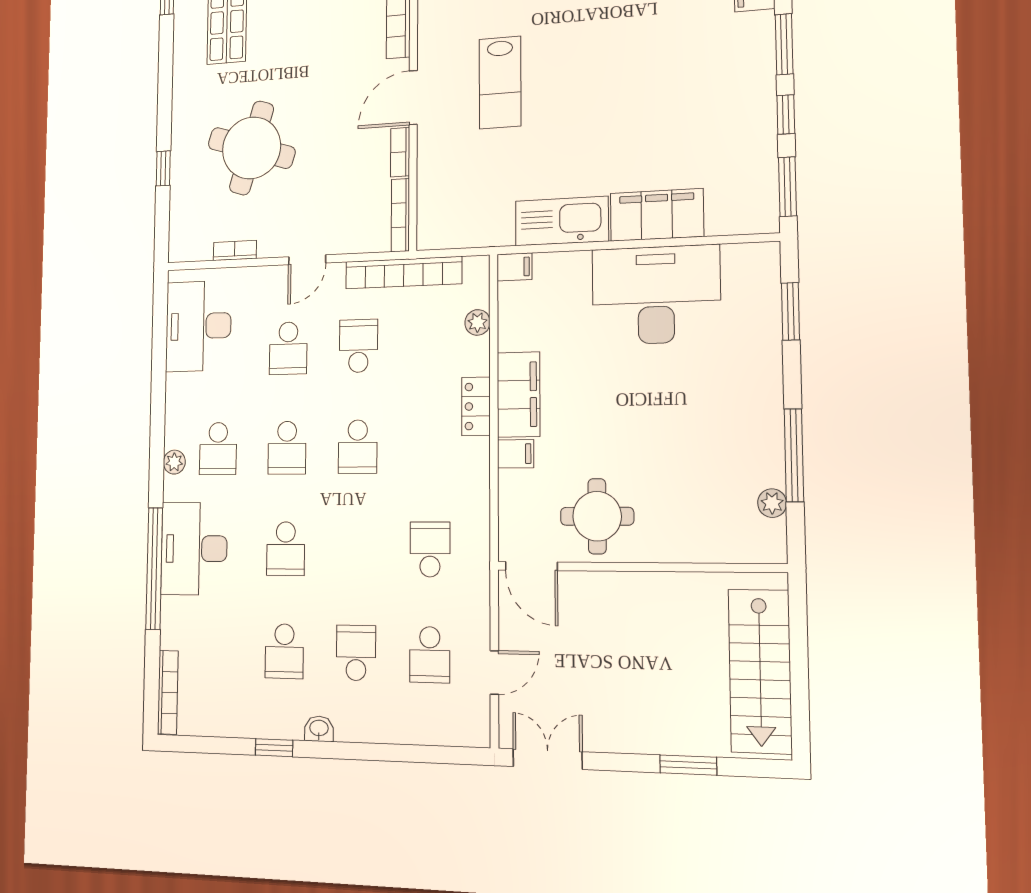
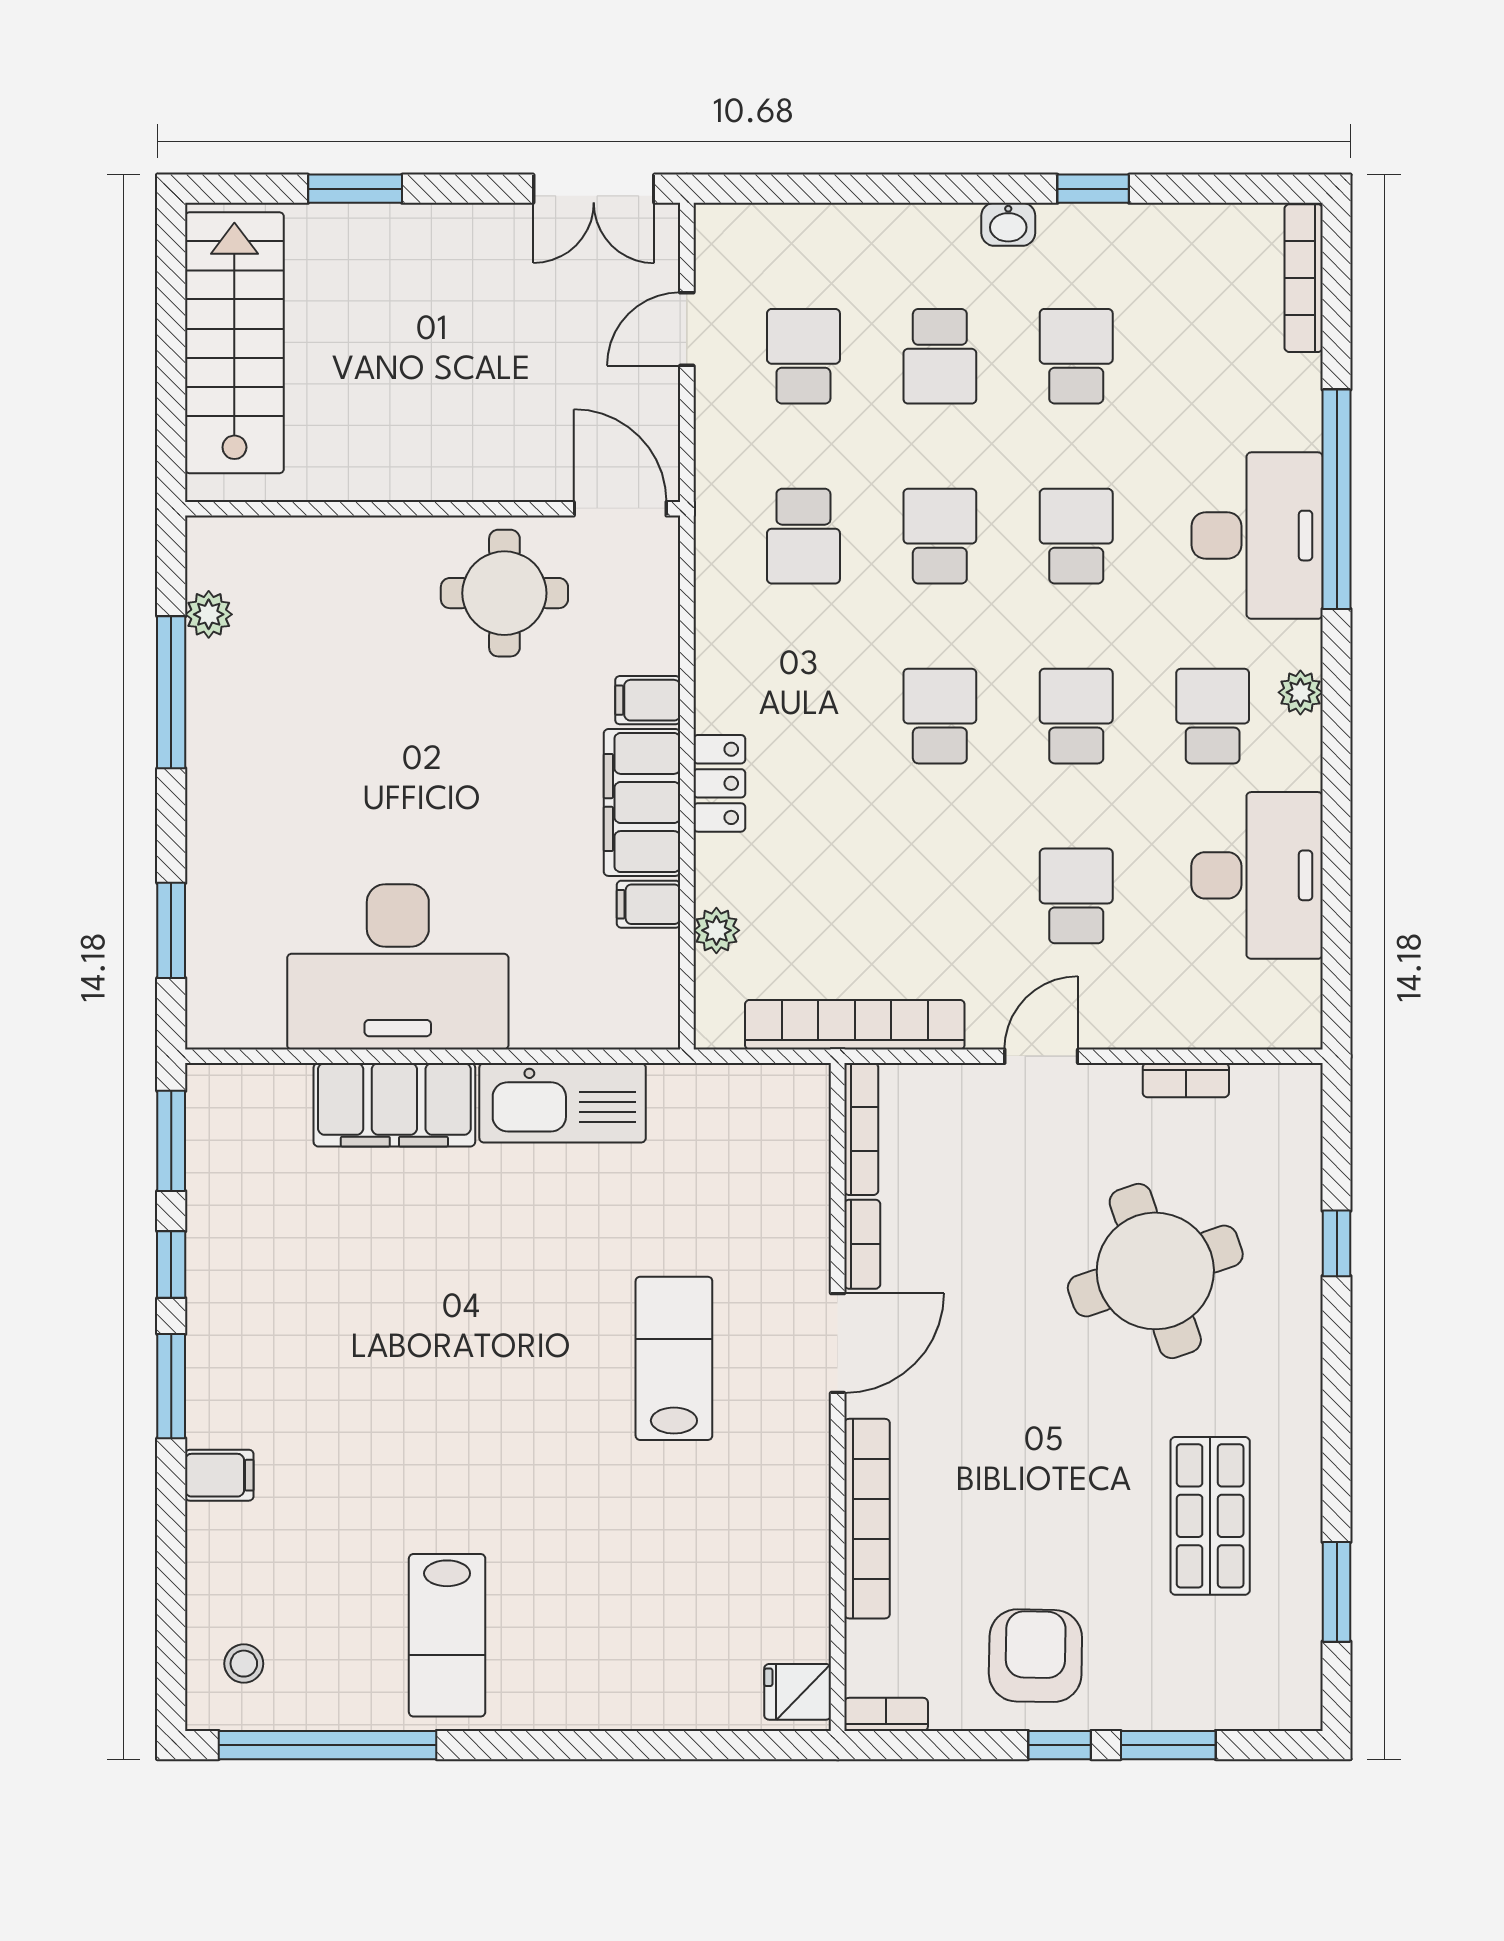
round table: (252, 148) -> (1155, 1271), turned -36
filing cabinet: (514, 267) -> (648, 904), moved
desk: (198, 326) -> (1257, 875), moved
school desk: (358, 346) -> (940, 536), moved, turned 180

